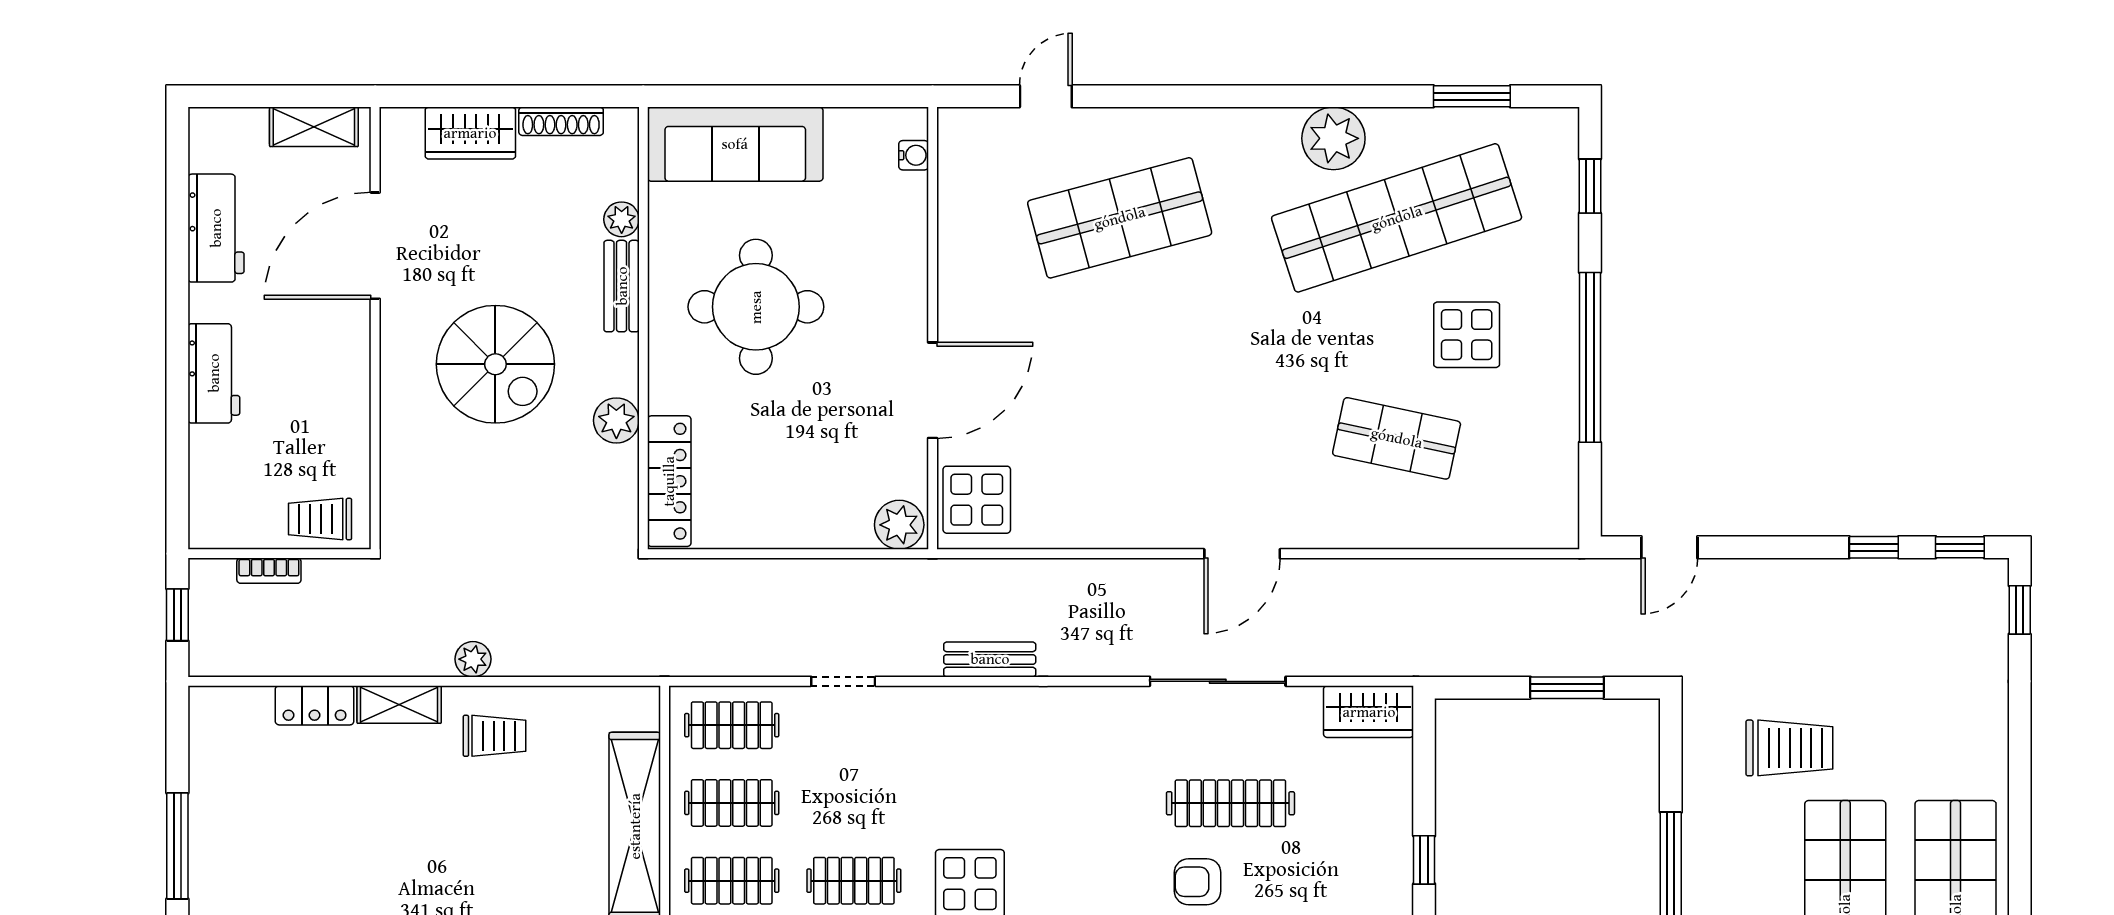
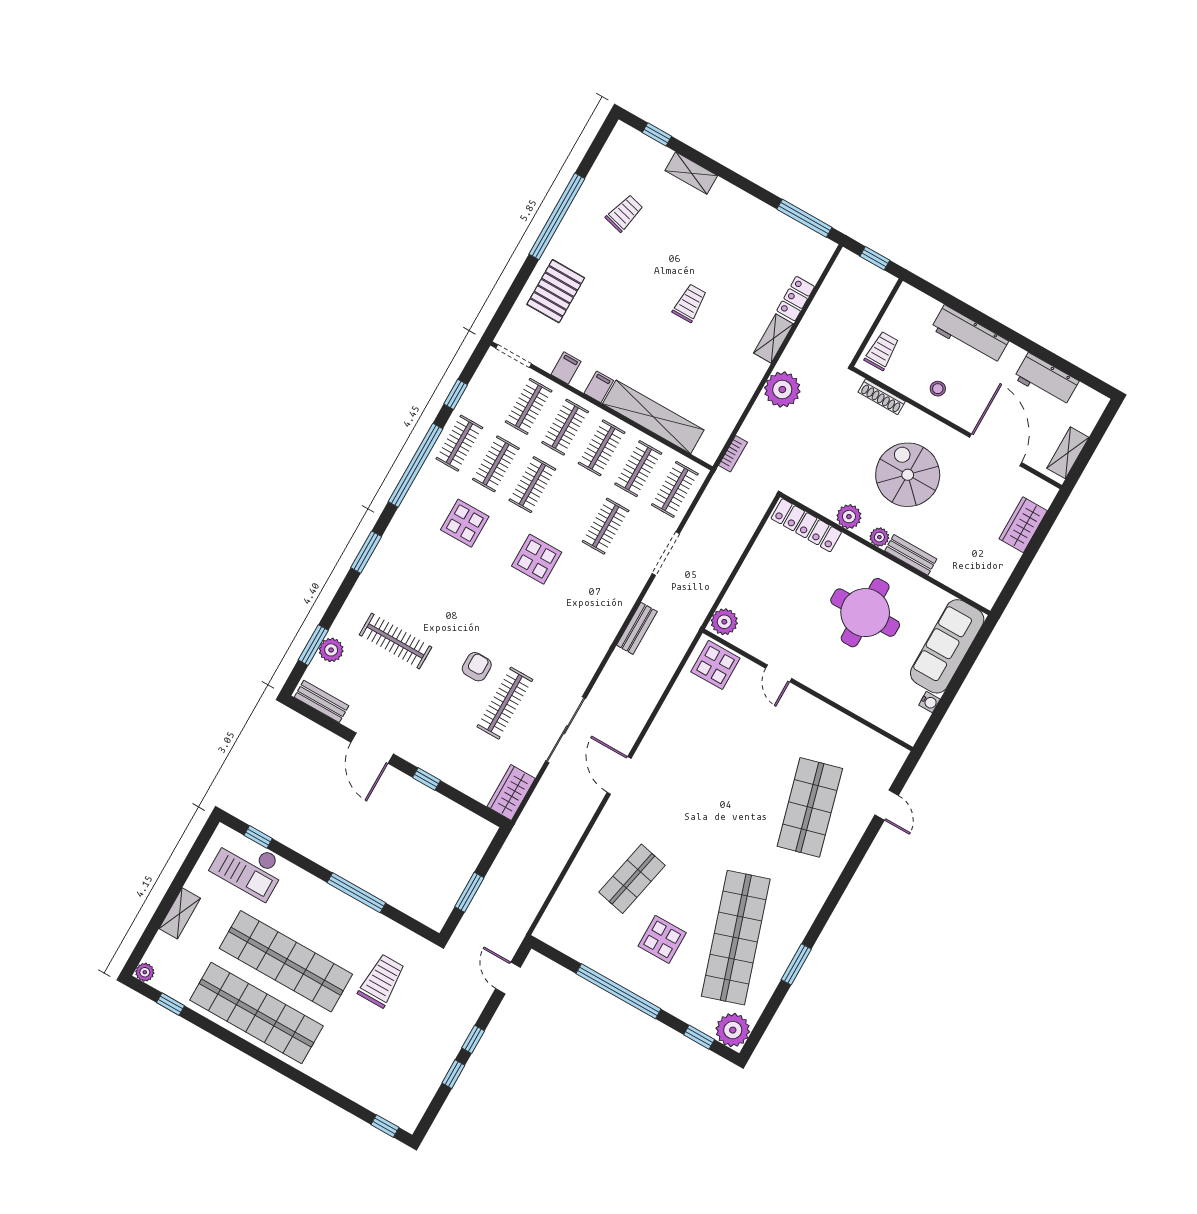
window: (1472, 96) -> (796, 964), moved
shoe rack: (561, 121) -> (882, 397), moved, turned -90
plant: (1333, 138) -> (733, 1030), moved
water cooler: (914, 155) -> (929, 702), moved, turned -90
plant: (622, 219) -> (879, 537), moved
spiral stairs: (495, 364) -> (908, 475), turned 90
workbench: (214, 373) -> (970, 335), width x1.38
door: (933, 390) -> (779, 673), width x0.53
stool: (330, 395) -> (938, 389), added
window: (1960, 547) -> (473, 1039), moved
bookcase: (269, 571) -> (733, 454), moved, turned 180
plant: (473, 659) -> (782, 390), width x1.88, depth x1.88
doorway: (843, 681) -> (666, 554), width x1.38
trolley: (495, 736) -> (690, 303), moved, turned 180
trolley: (1789, 748) -> (382, 981), turned 180
window: (177, 846) -> (804, 218), moved
clothes rail: (854, 881) -> (606, 526), moved

